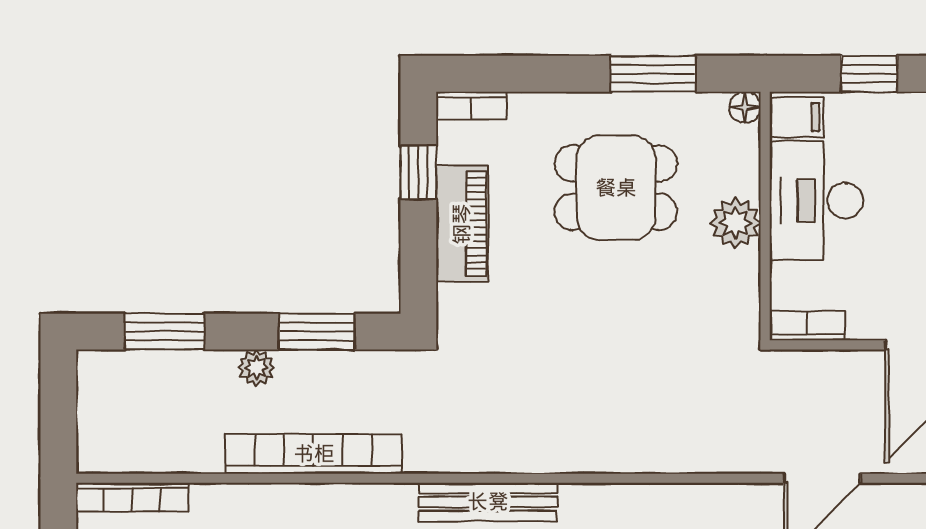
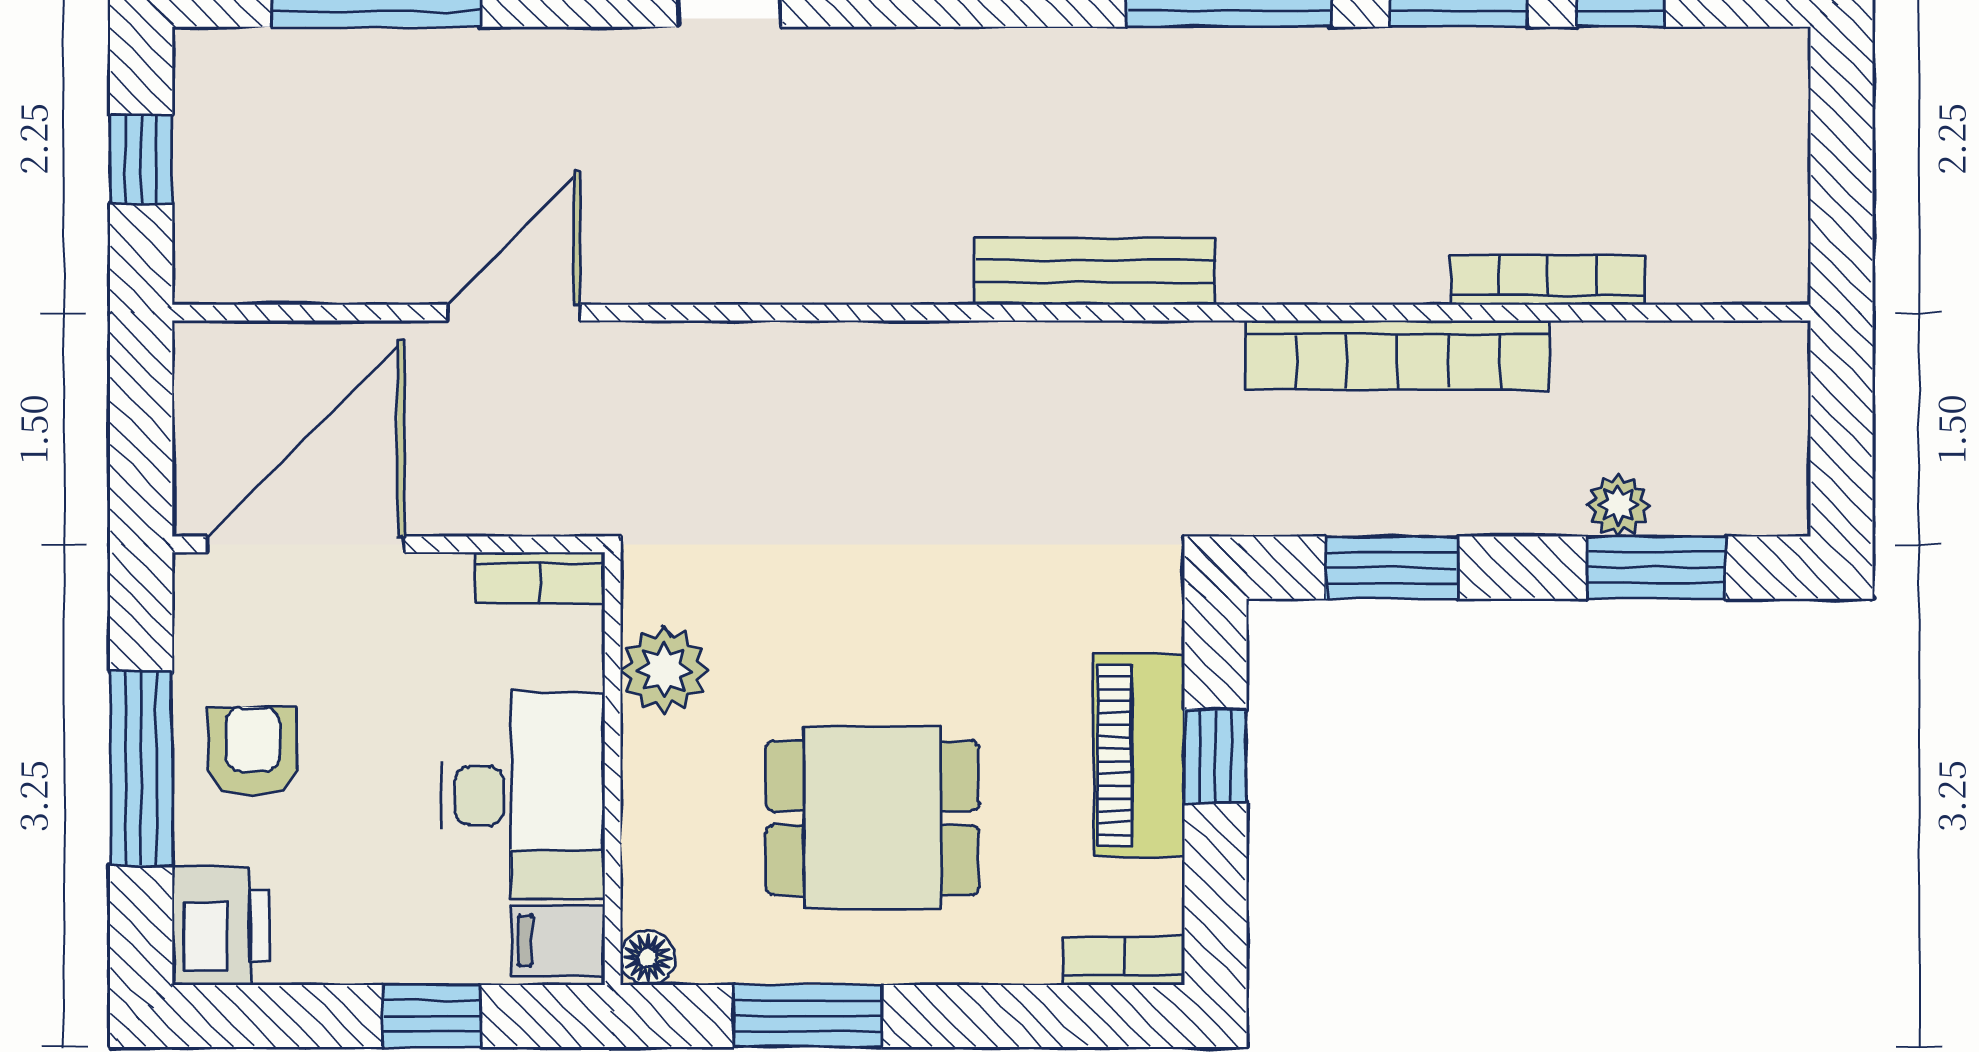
window: (418, 172) -> (1215, 756), moved
plant: (735, 223) -> (664, 670), moved
plant: (256, 368) -> (1618, 505), moved
bookcase: (132, 497) -> (1547, 280), moved

